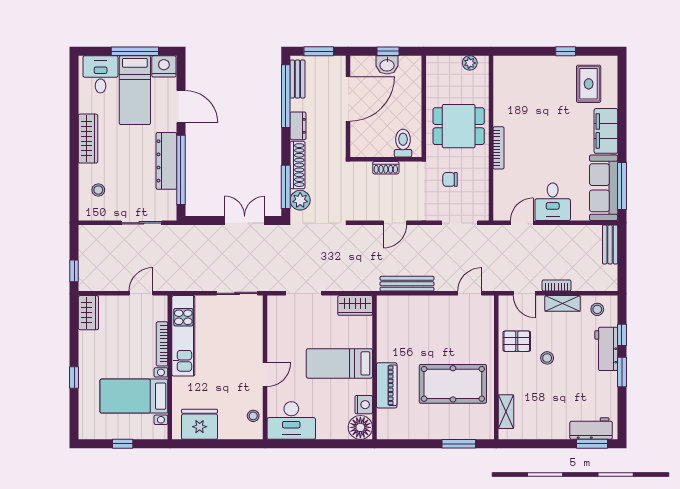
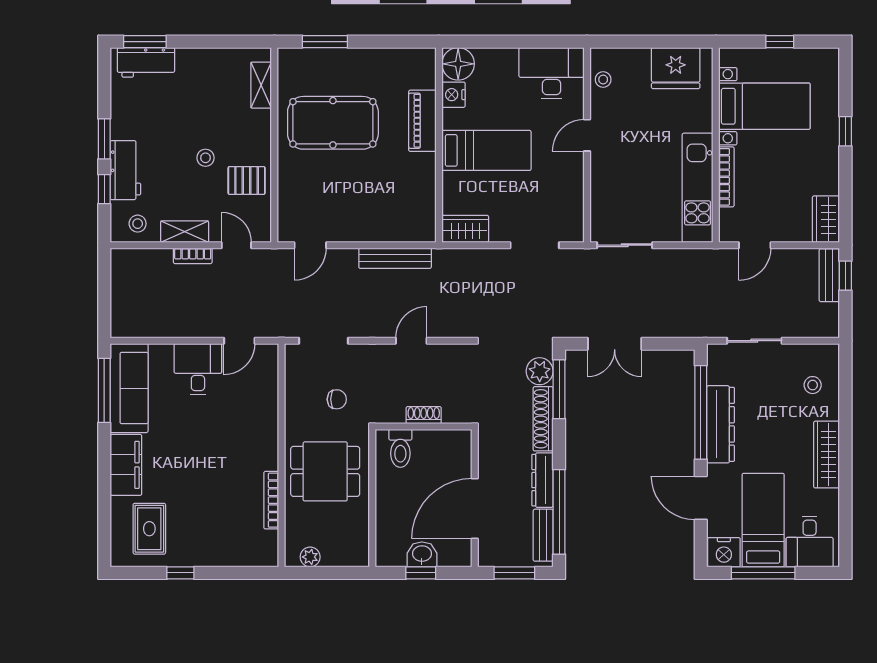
dresser: (298, 126) -> (542, 480), width x1.44
bookcase: (498, 148) -> (271, 500), moved
bench: (610, 244) -> (829, 275), moved

